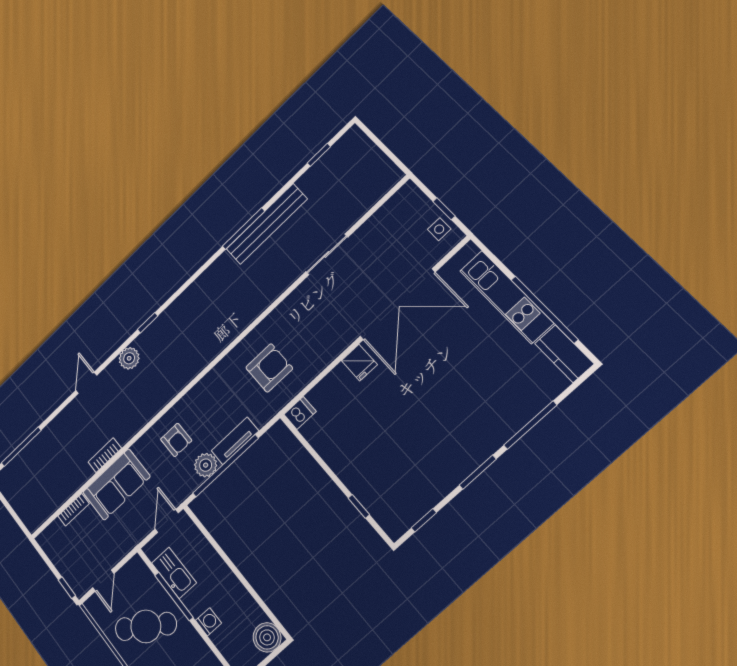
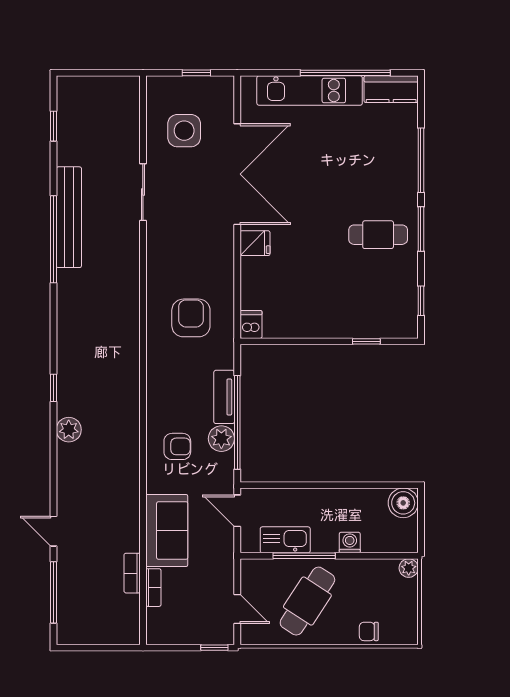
window: (243, 229) -> (53, 239), width x1.46
side table: (439, 229) -> (184, 131), moved, width x1.87, depth x1.87
door: (86, 383) -> (53, 531), moved
cafe table: (444, 444) -> (378, 235), added
bookcase: (105, 455) -> (132, 573), moved

